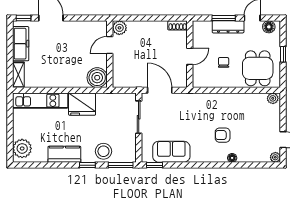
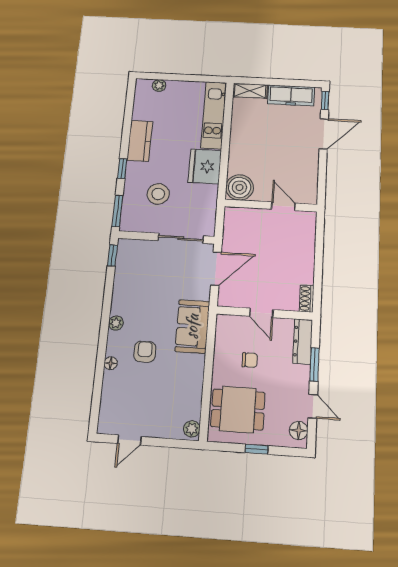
dresser: (228, 27) -> (303, 341), moved
plant: (119, 28) -> (307, 220), removed
plant: (22, 148) -> (159, 85), width x0.53, depth x0.53
stool: (103, 151) -> (158, 194), moved
sofa: (171, 152) -> (192, 326), moved, turned 180
plant: (275, 157) -> (116, 323), moved

